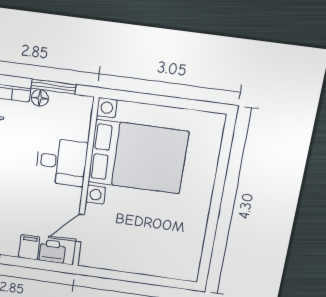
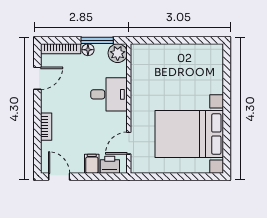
plant: (80, 108) -> (118, 53), added
bed with nightstands: (138, 157) -> (189, 134), moved, turned 180

